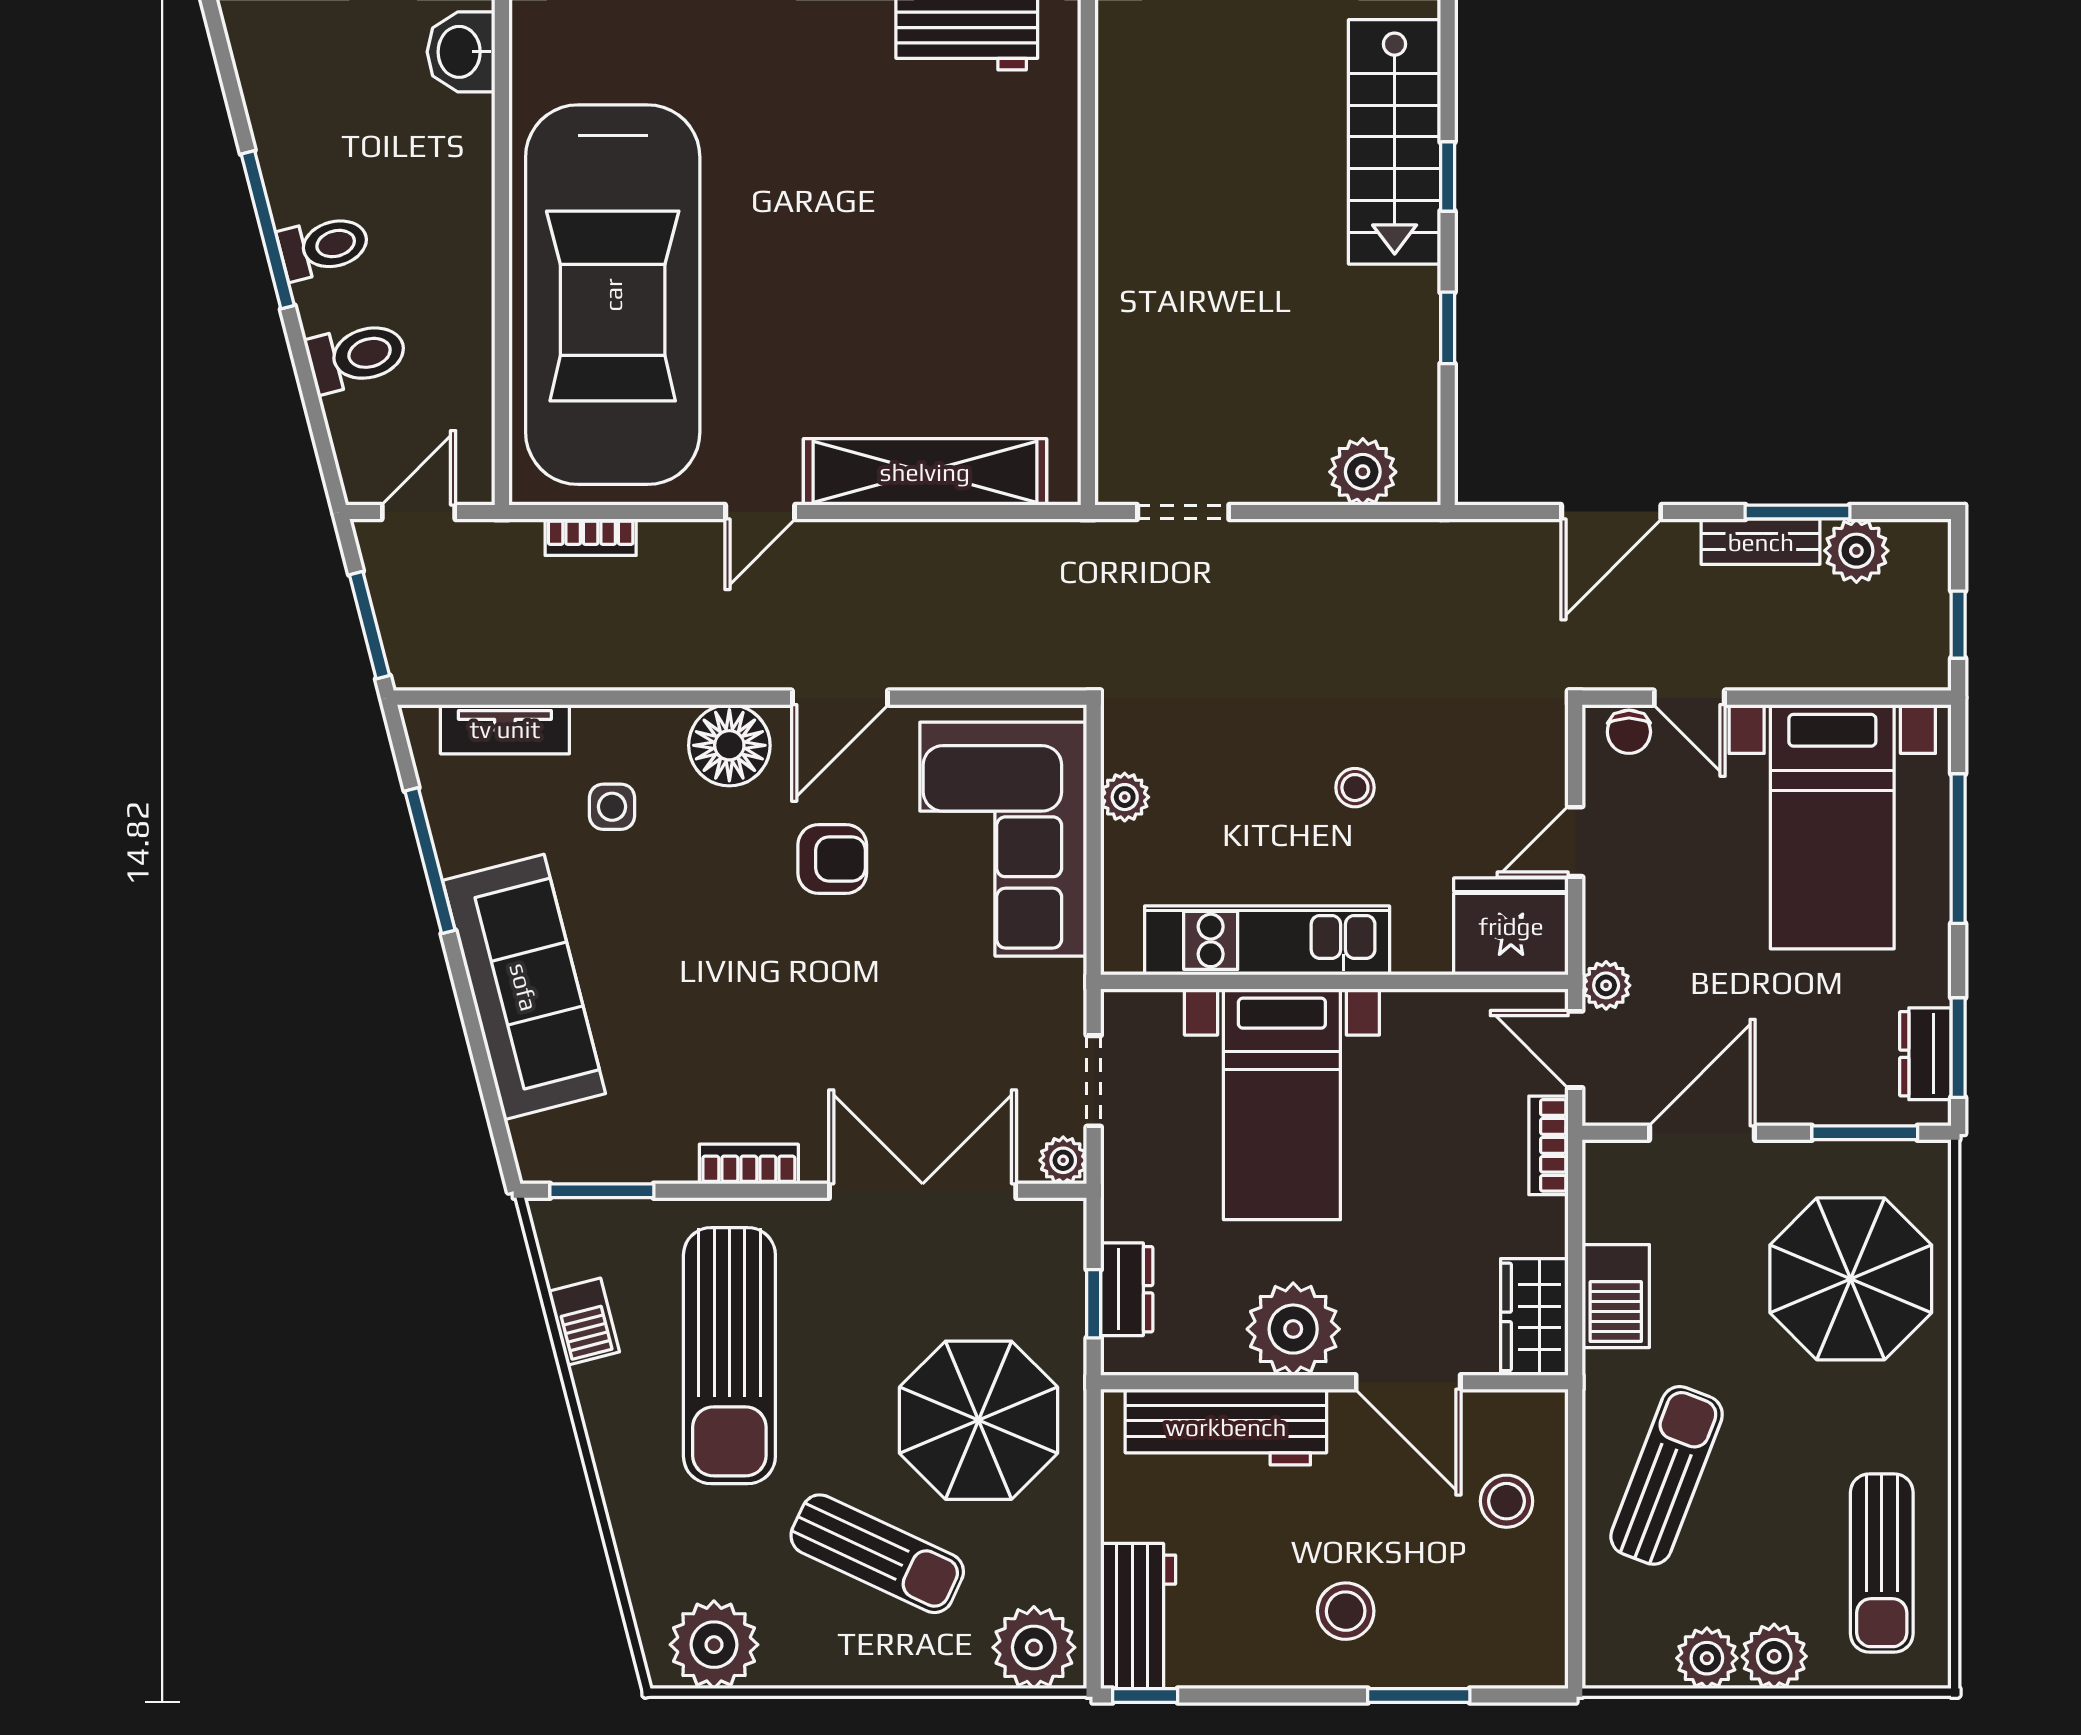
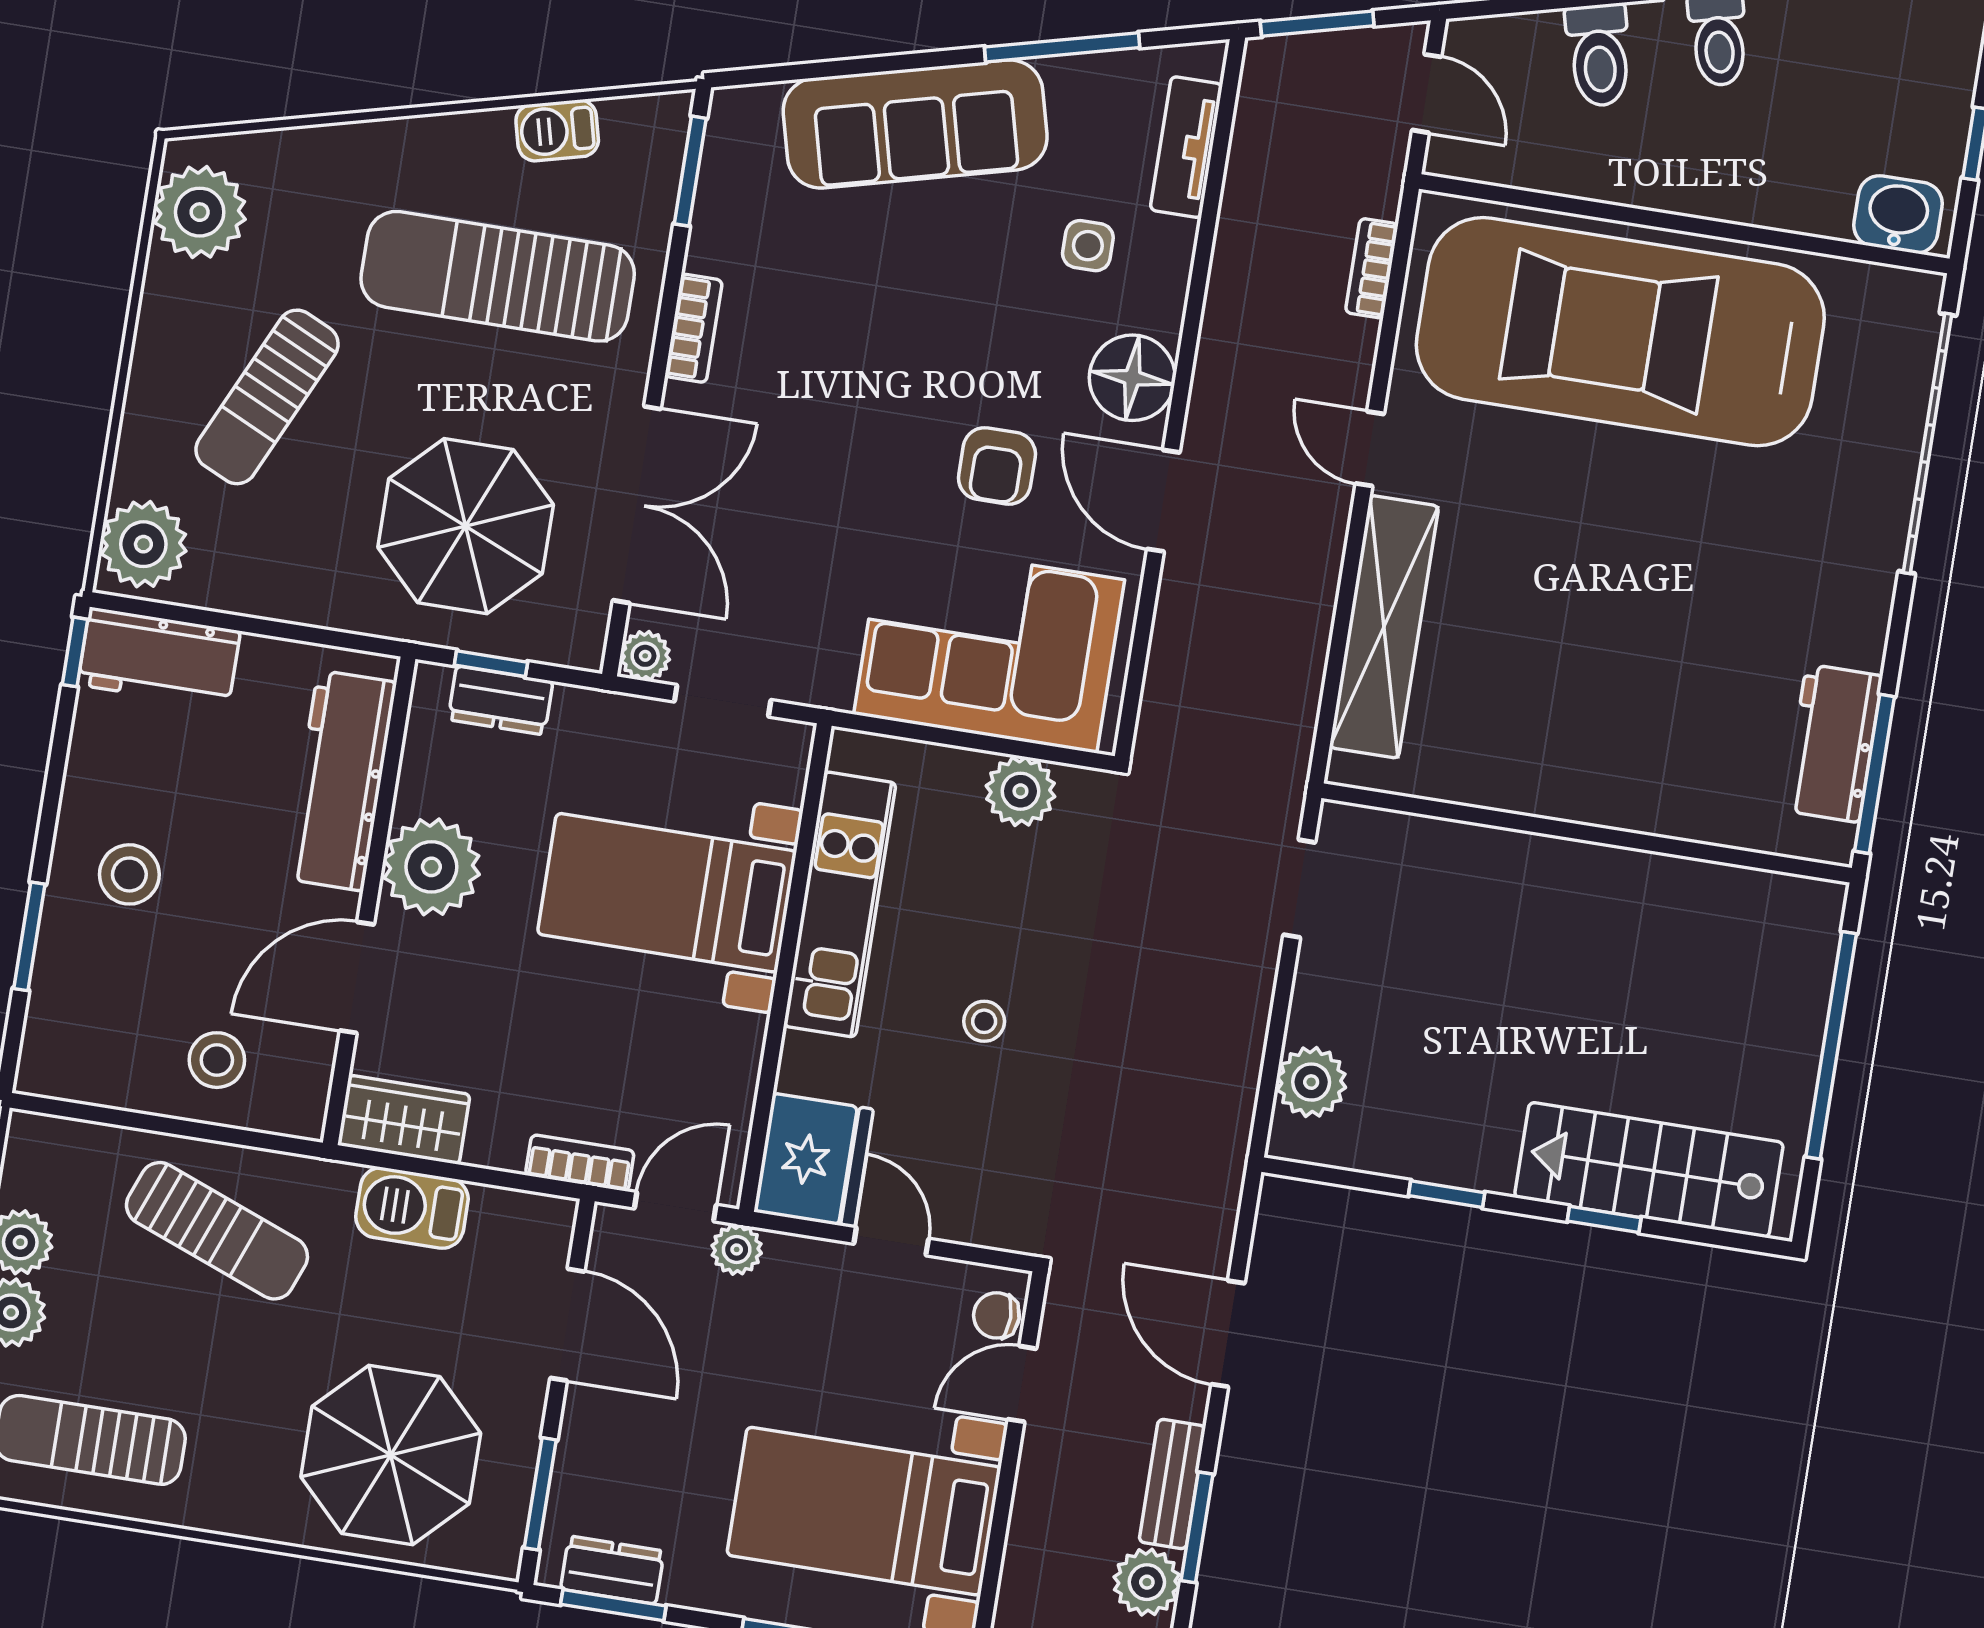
plant: (1125, 797) -> (1020, 791), width x1.38, depth x1.38
parasol: (979, 1420) -> (466, 526), moved

